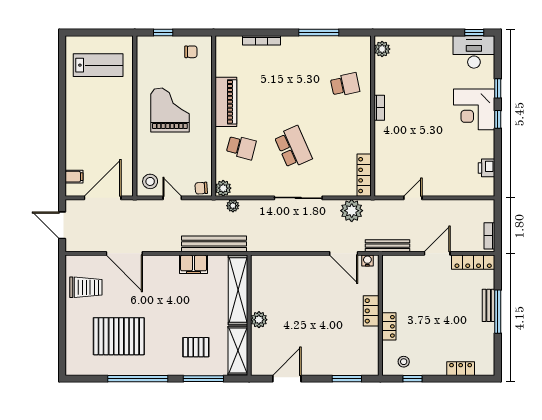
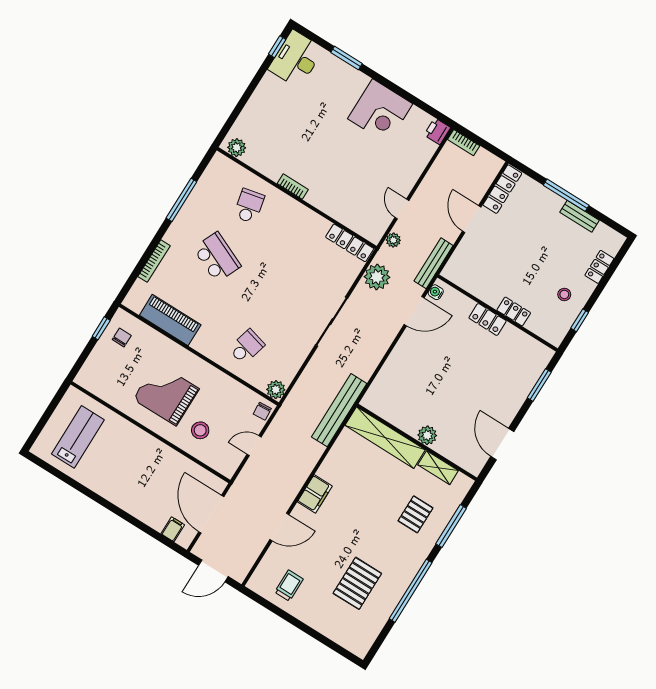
window: (163, 33) -> (101, 328), moved
window: (498, 88) -> (346, 58), width x1.50
piano: (226, 102) -> (170, 320), moved
corner desk: (474, 109) -> (380, 111), moved
window: (498, 119) -> (377, 77), removed
school desk: (293, 147) -> (217, 257), moved, turned 48
printer: (487, 168) -> (437, 131), moved, turned 90
stool: (150, 181) -> (200, 430), moved
plant: (233, 206) -> (393, 240), moved
bookcase: (489, 236) -> (464, 143), moved
bench: (214, 244) -> (339, 410), moved
door: (124, 253) -> (279, 527), width x0.73
filing cabinet: (194, 264) -> (315, 494), moved
trolley: (86, 287) -> (289, 586), width x0.73, depth x0.72
bench: (489, 305) -> (579, 216), moved
pallet: (119, 336) -> (357, 583), width x0.73, depth x0.71
shelving: (238, 350) -> (438, 468), width x0.67, depth x0.75
stool: (404, 362) -> (564, 294), moved

